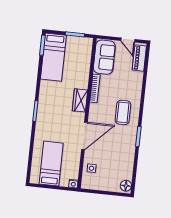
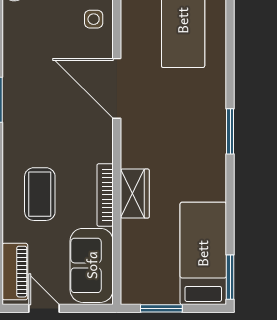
wardrobe: (80, 100) -> (135, 194), moved
coffee table: (123, 112) -> (40, 194), moved
door: (84, 136) -> (117, 88), hinge flipped

